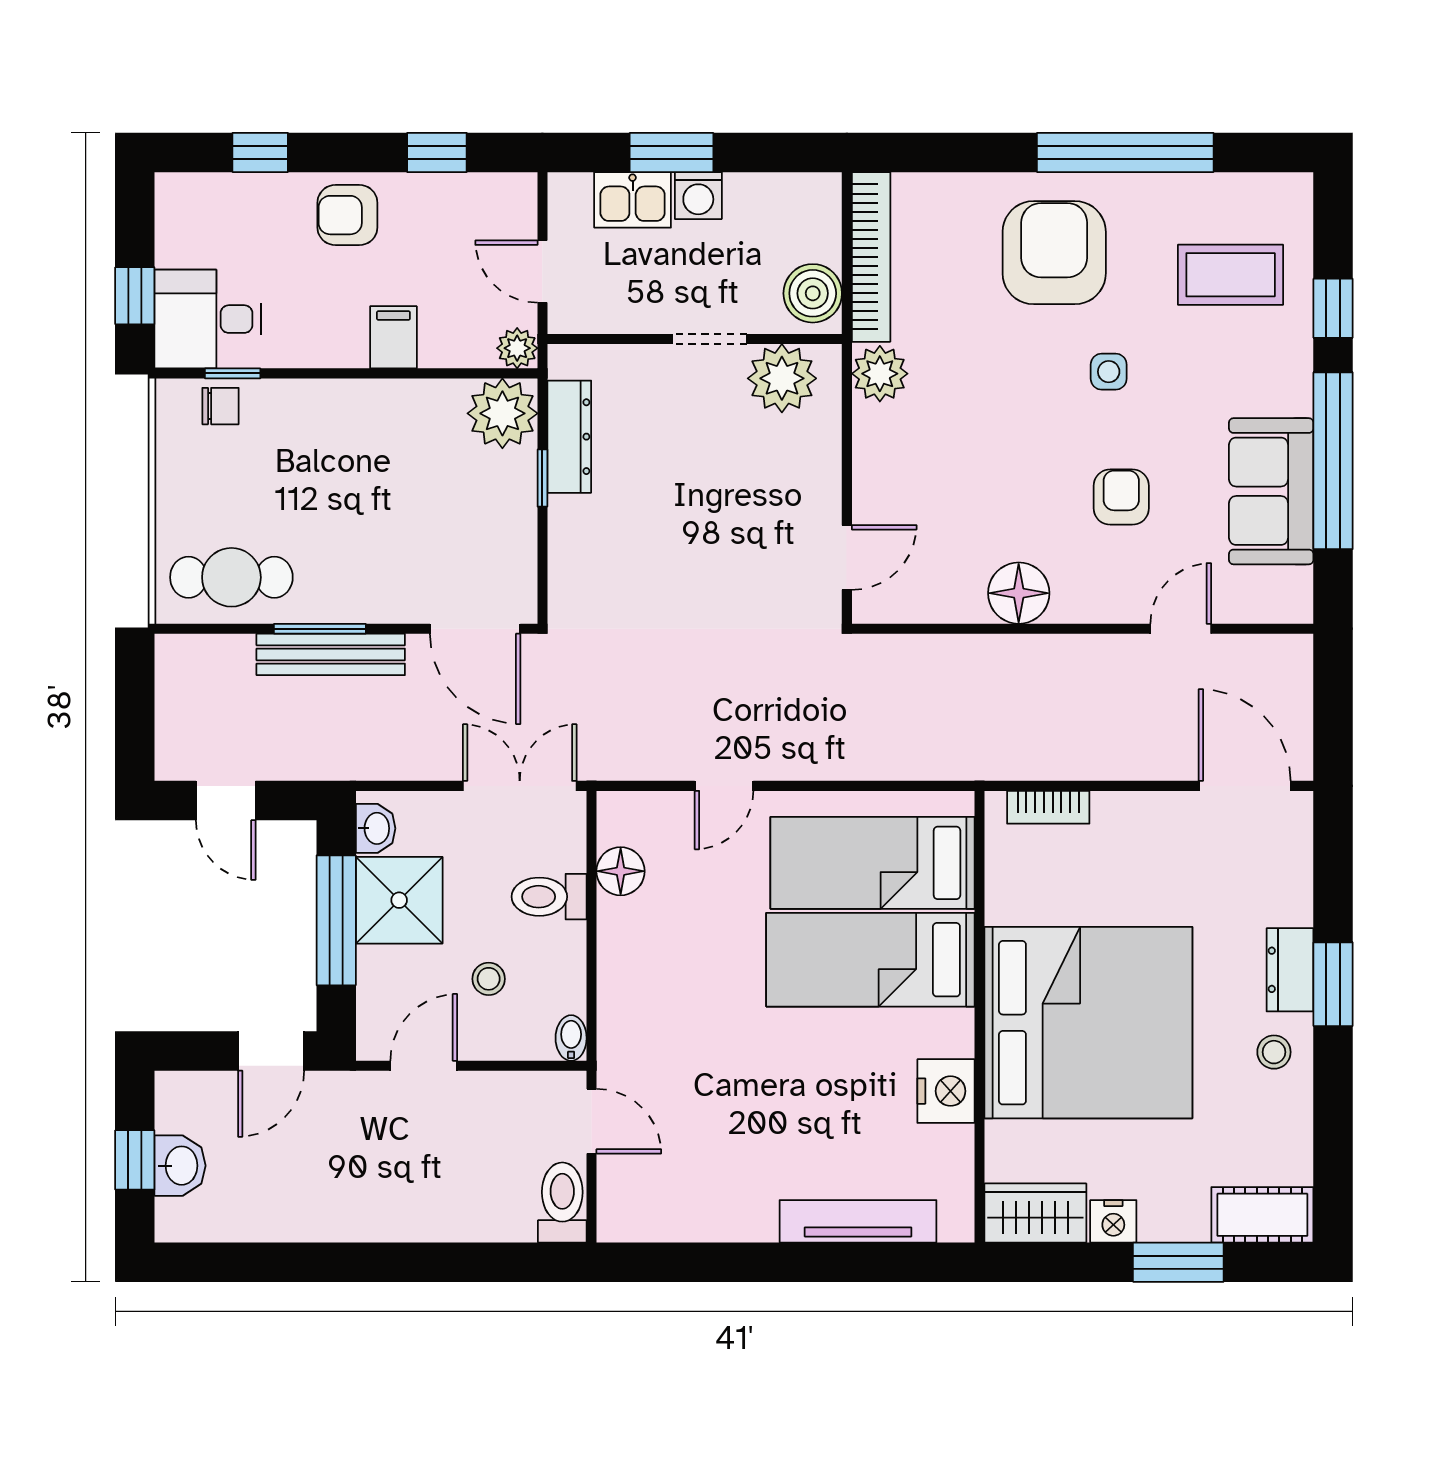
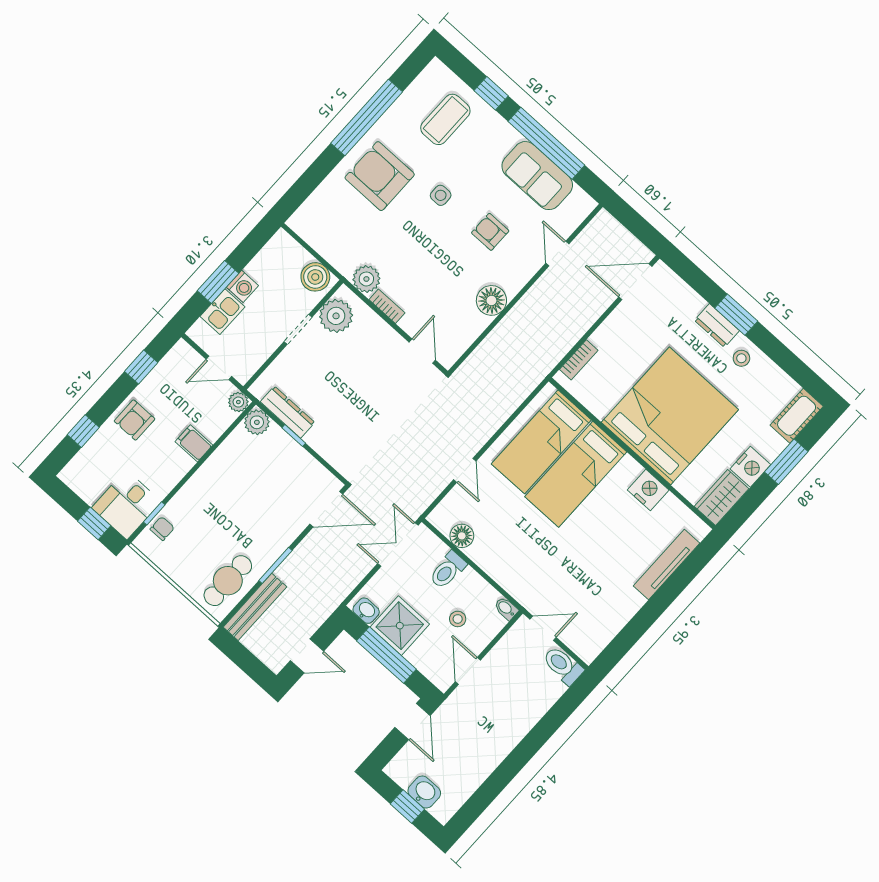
bookcase: (871, 257) -> (387, 306), moved, width x0.43, depth x0.76
plant: (502, 413) -> (257, 422), width x0.73, depth x0.73
bench: (331, 654) -> (255, 607), moved
nightstand: (1113, 1221) -> (750, 467), width x1.36, depth x1.33

